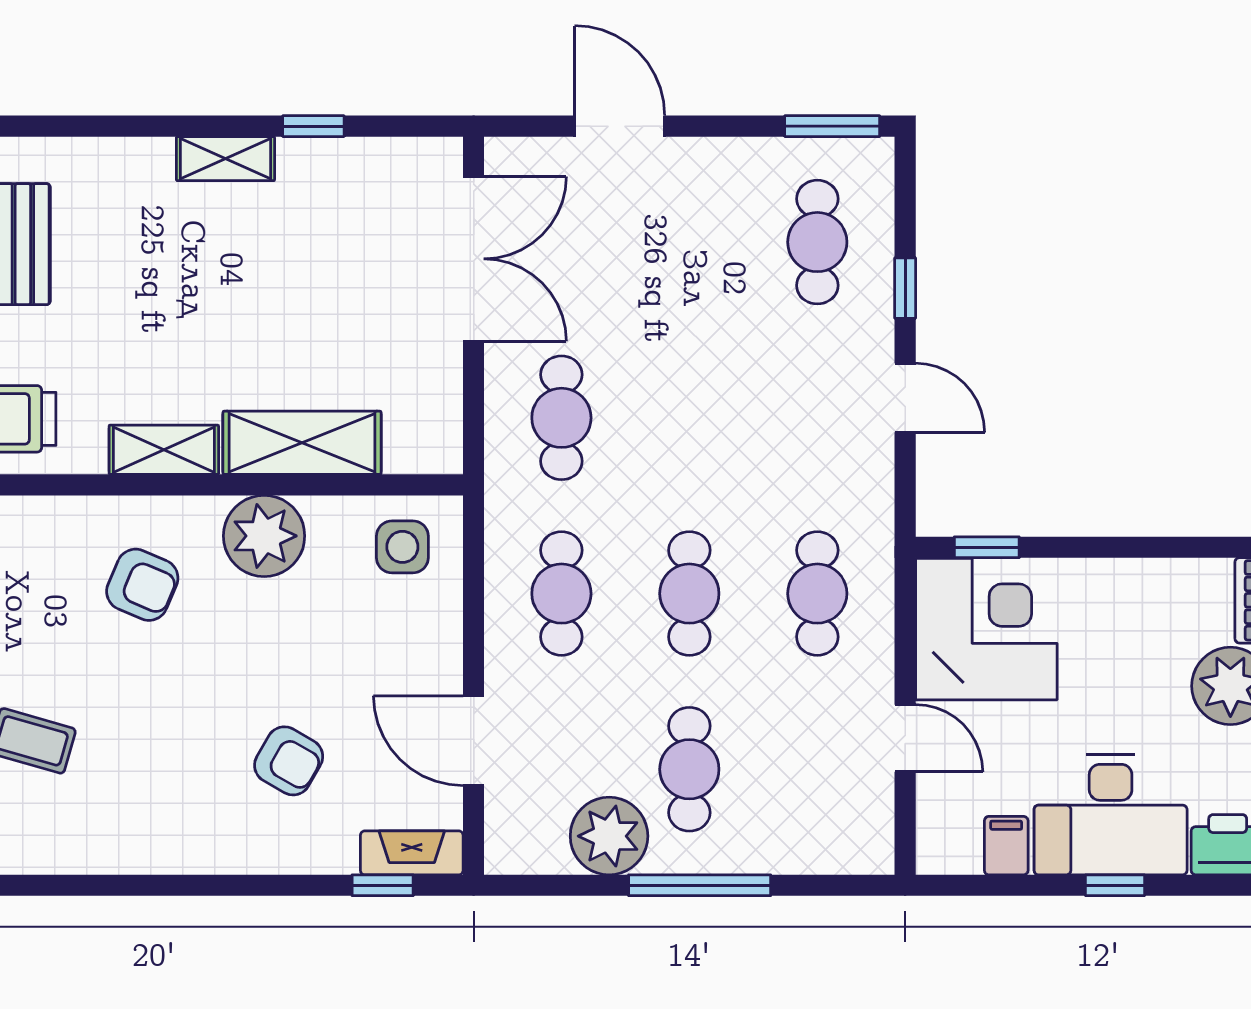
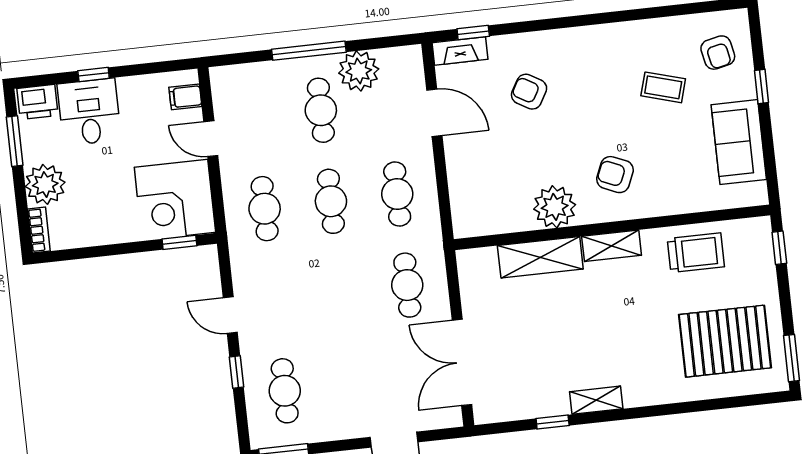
side table: (402, 547) -> (482, 209), removed
desk: (1111, 815) -> (89, 112), width x0.73
filing cabinet: (1006, 846) -> (185, 97), moved, turned 90

